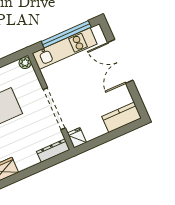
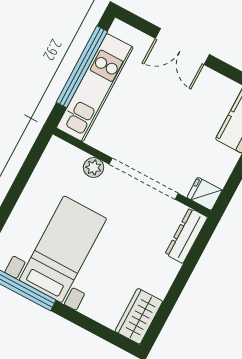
double door: (120, 61) -> (182, 46), width x0.73
plant: (25, 63) -> (94, 167), moved

